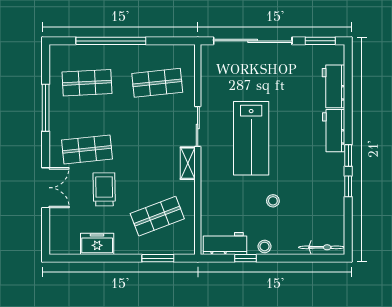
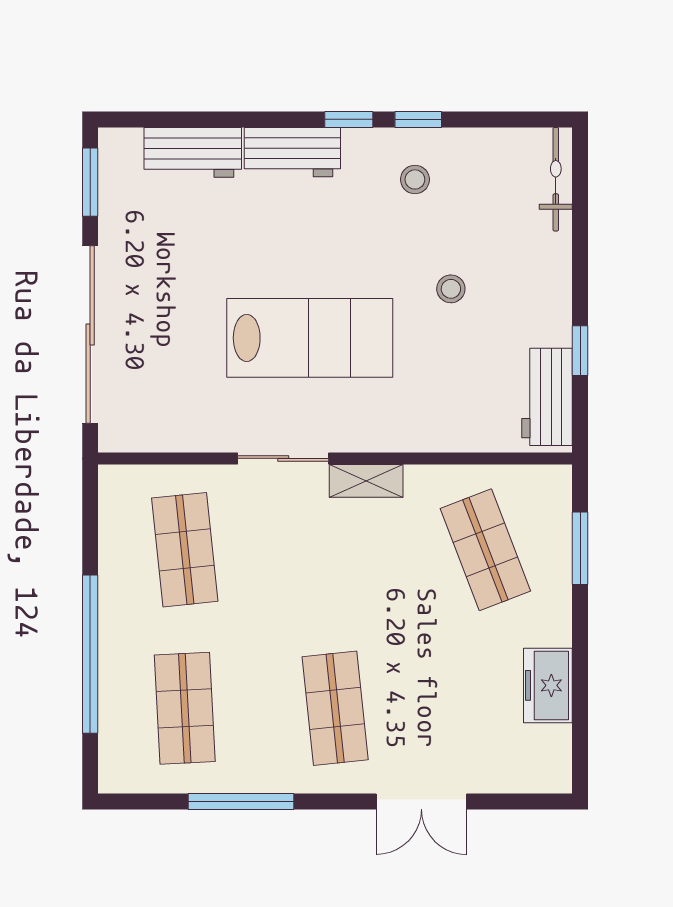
double door: (46, 188) -> (421, 801), swing flipped
trolley: (104, 189) -> (425, 669), removed
stool: (265, 246) -> (415, 179), moved

